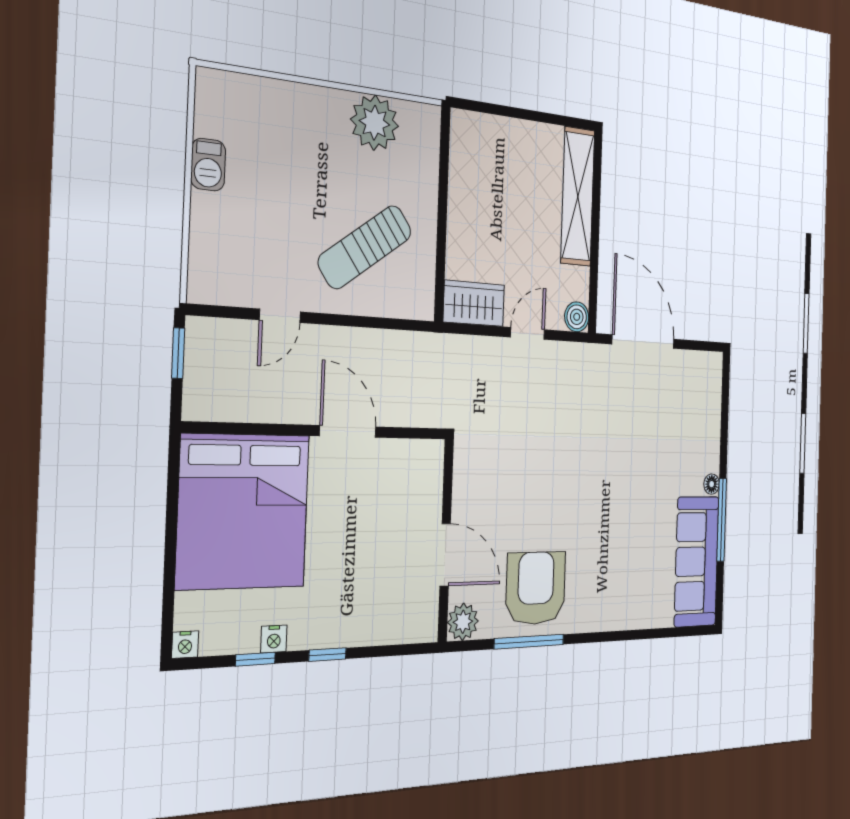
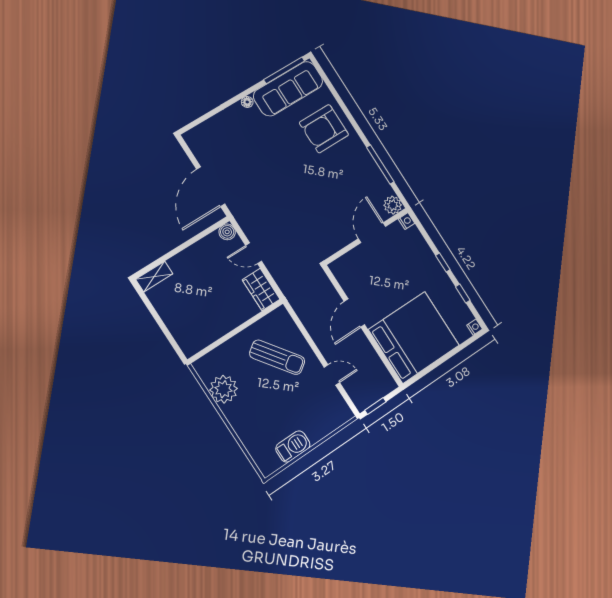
barbecue: (208, 165) -> (293, 447), width x1.38, depth x1.27
shelving: (578, 196) -> (154, 277), width x0.45, depth x0.75
window: (722, 520) -> (284, 70), moved
armchair: (536, 588) -> (324, 129), moved
nightstand: (274, 639) -> (407, 221), moved

